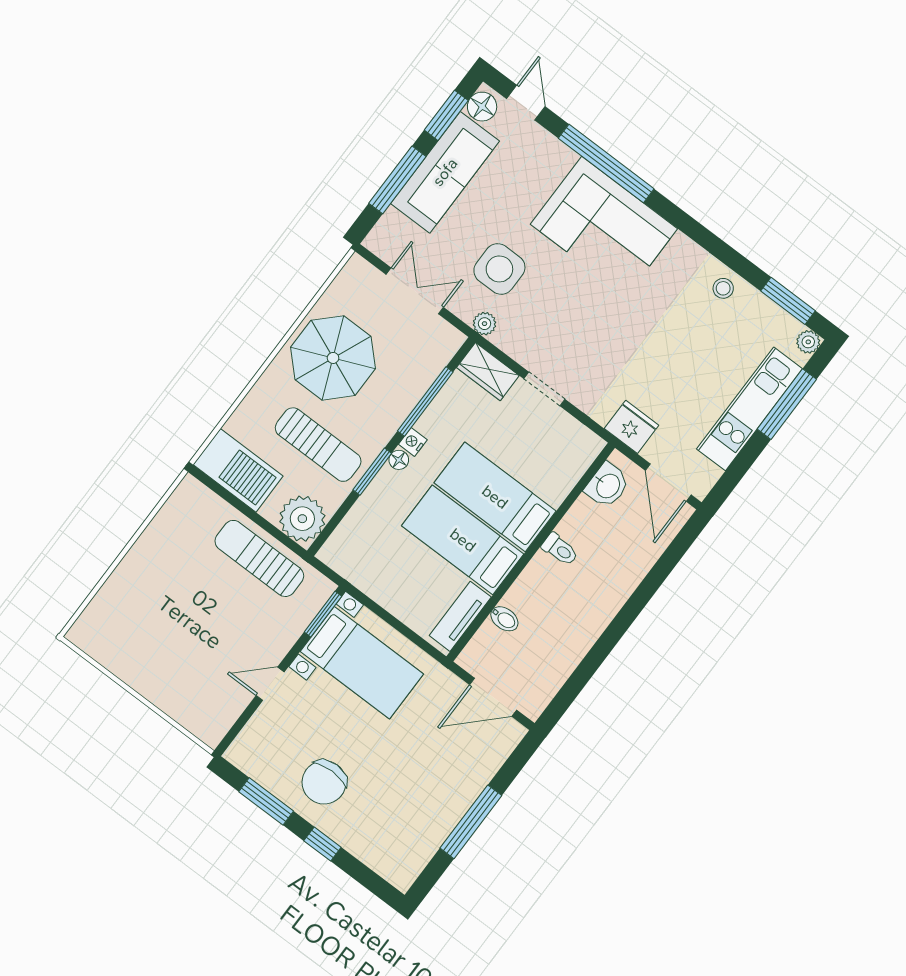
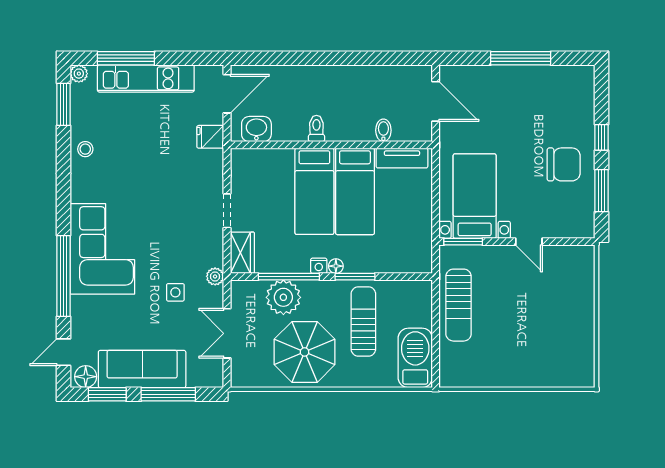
side table: (499, 269) -> (175, 292), width x0.54, depth x0.54
fridge: (632, 427) -> (210, 137), width x0.72
plant: (302, 519) -> (283, 297), moved

